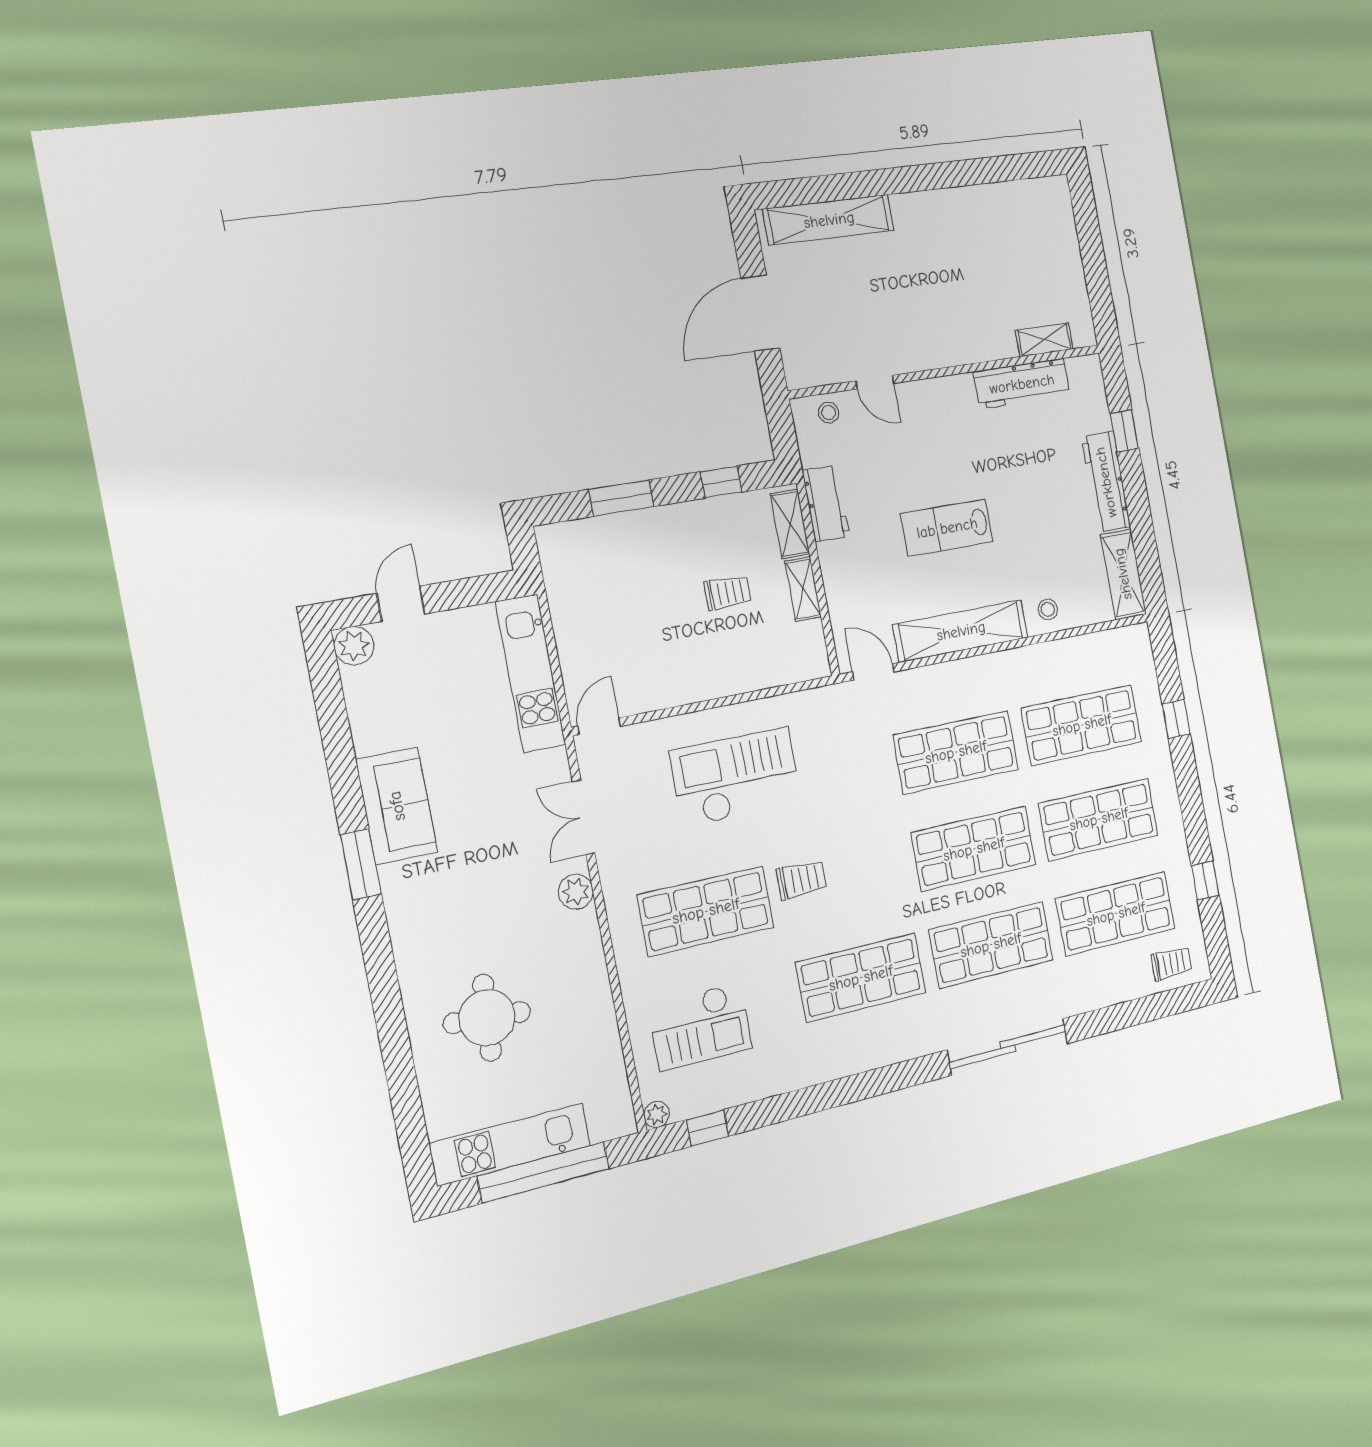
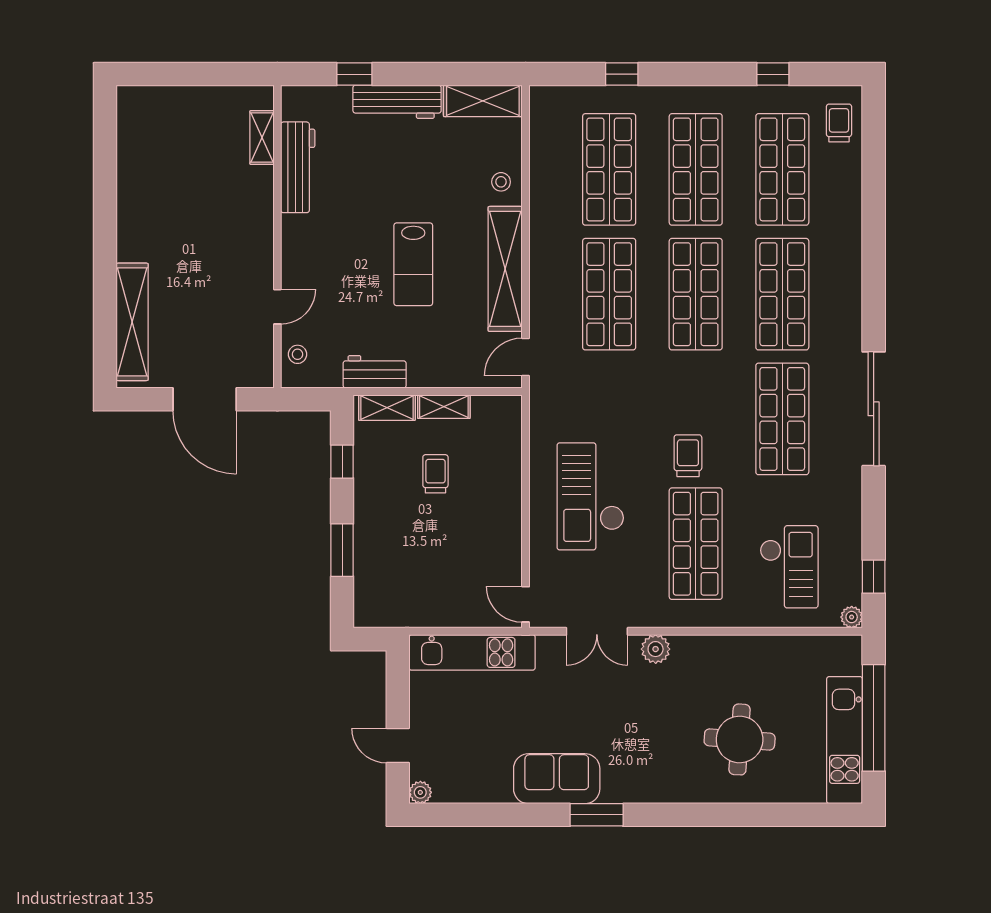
plant: (354, 646) -> (420, 792), width x0.73, depth x0.73
sliding door: (1008, 1047) -> (874, 409), moved

